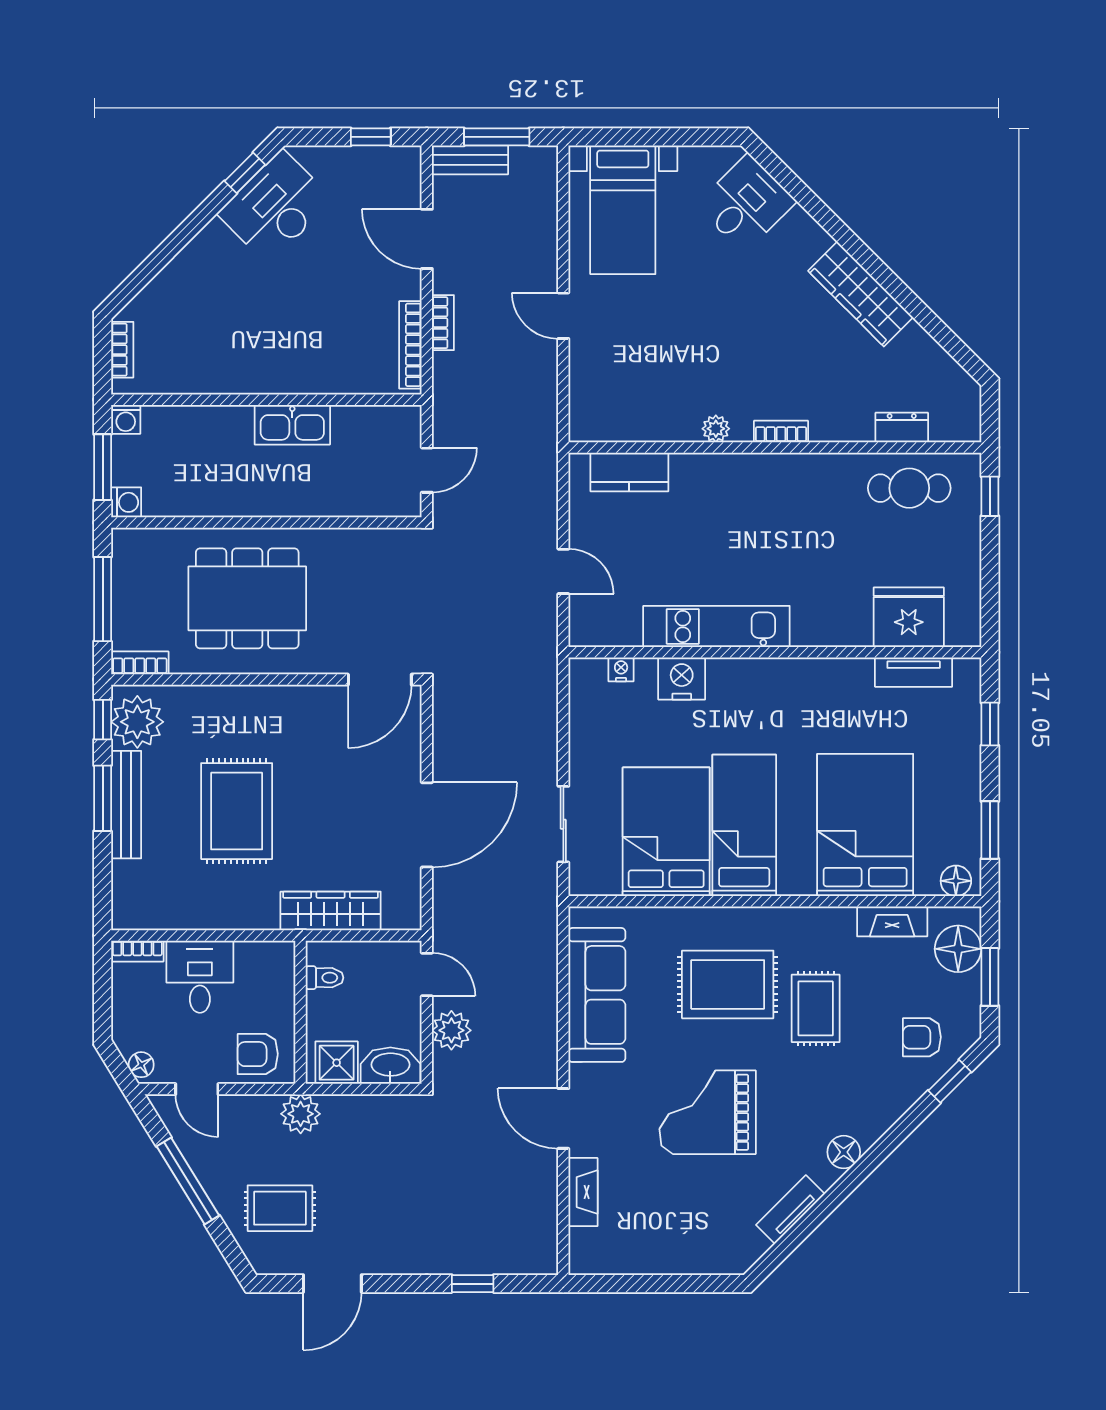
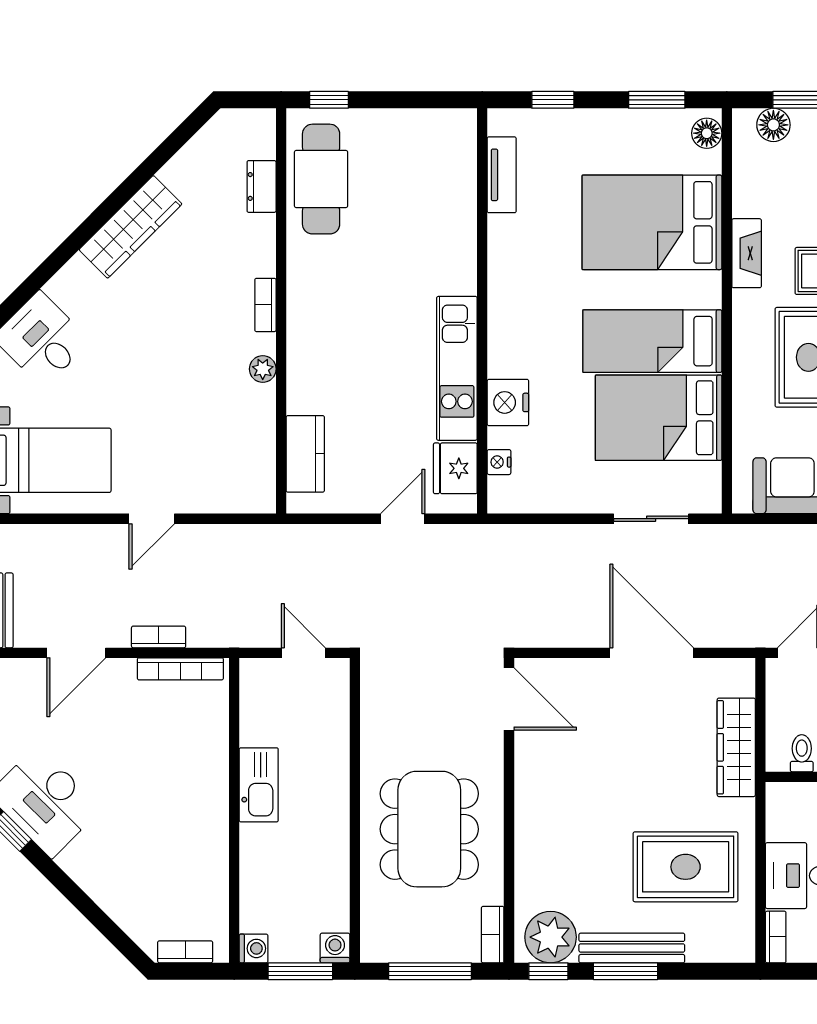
cafe table: (909, 488) -> (321, 179), width x1.37, depth x1.35
fridge: (909, 617) -> (455, 468), moved, width x0.73, depth x0.75
rug: (237, 811) -> (686, 867), moved
fireplace: (892, 921) -> (747, 253), moved
floor lamp: (958, 949) -> (773, 125), width x0.73, depth x0.73

